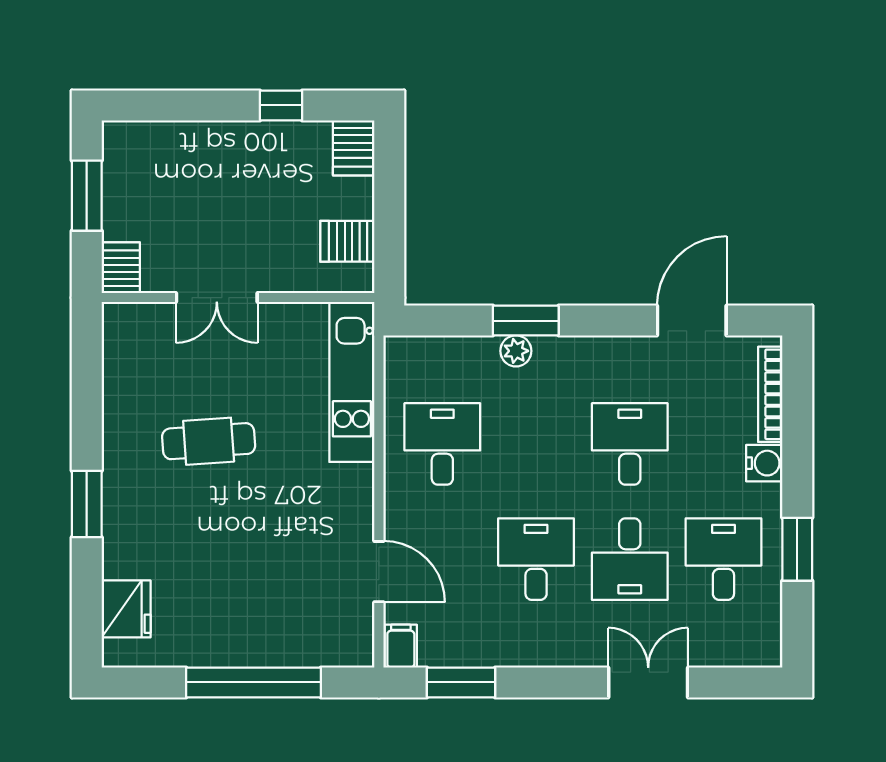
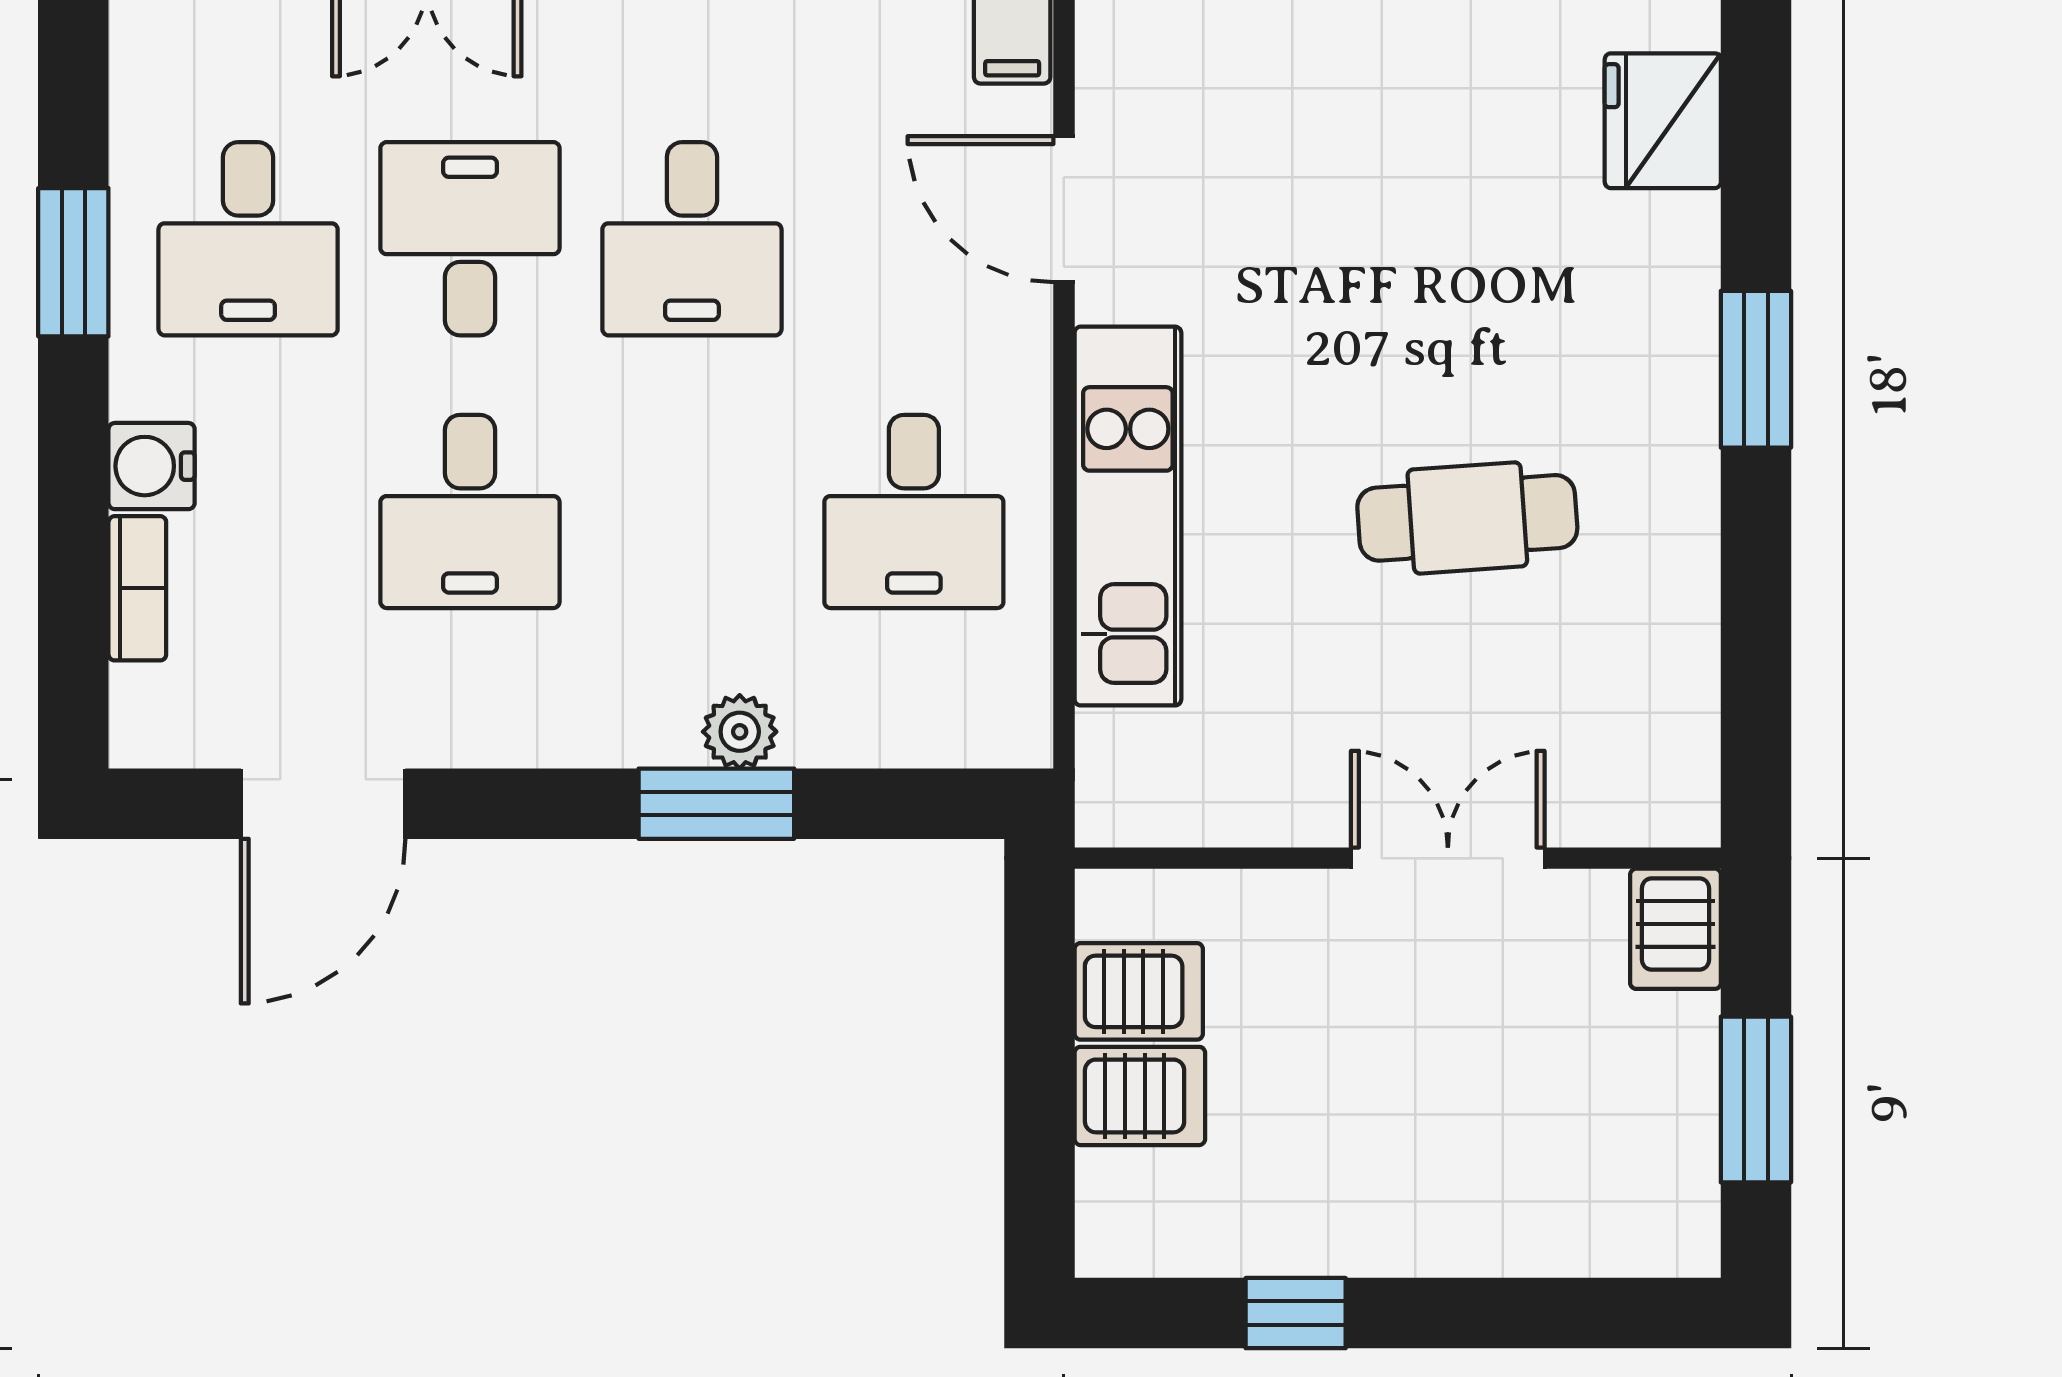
server rack: (354, 148) -> (1140, 1096), moved, turned 90
kitchen unit: (352, 382) -> (1128, 516), moved
bookcase: (770, 394) -> (137, 588), width x0.64

